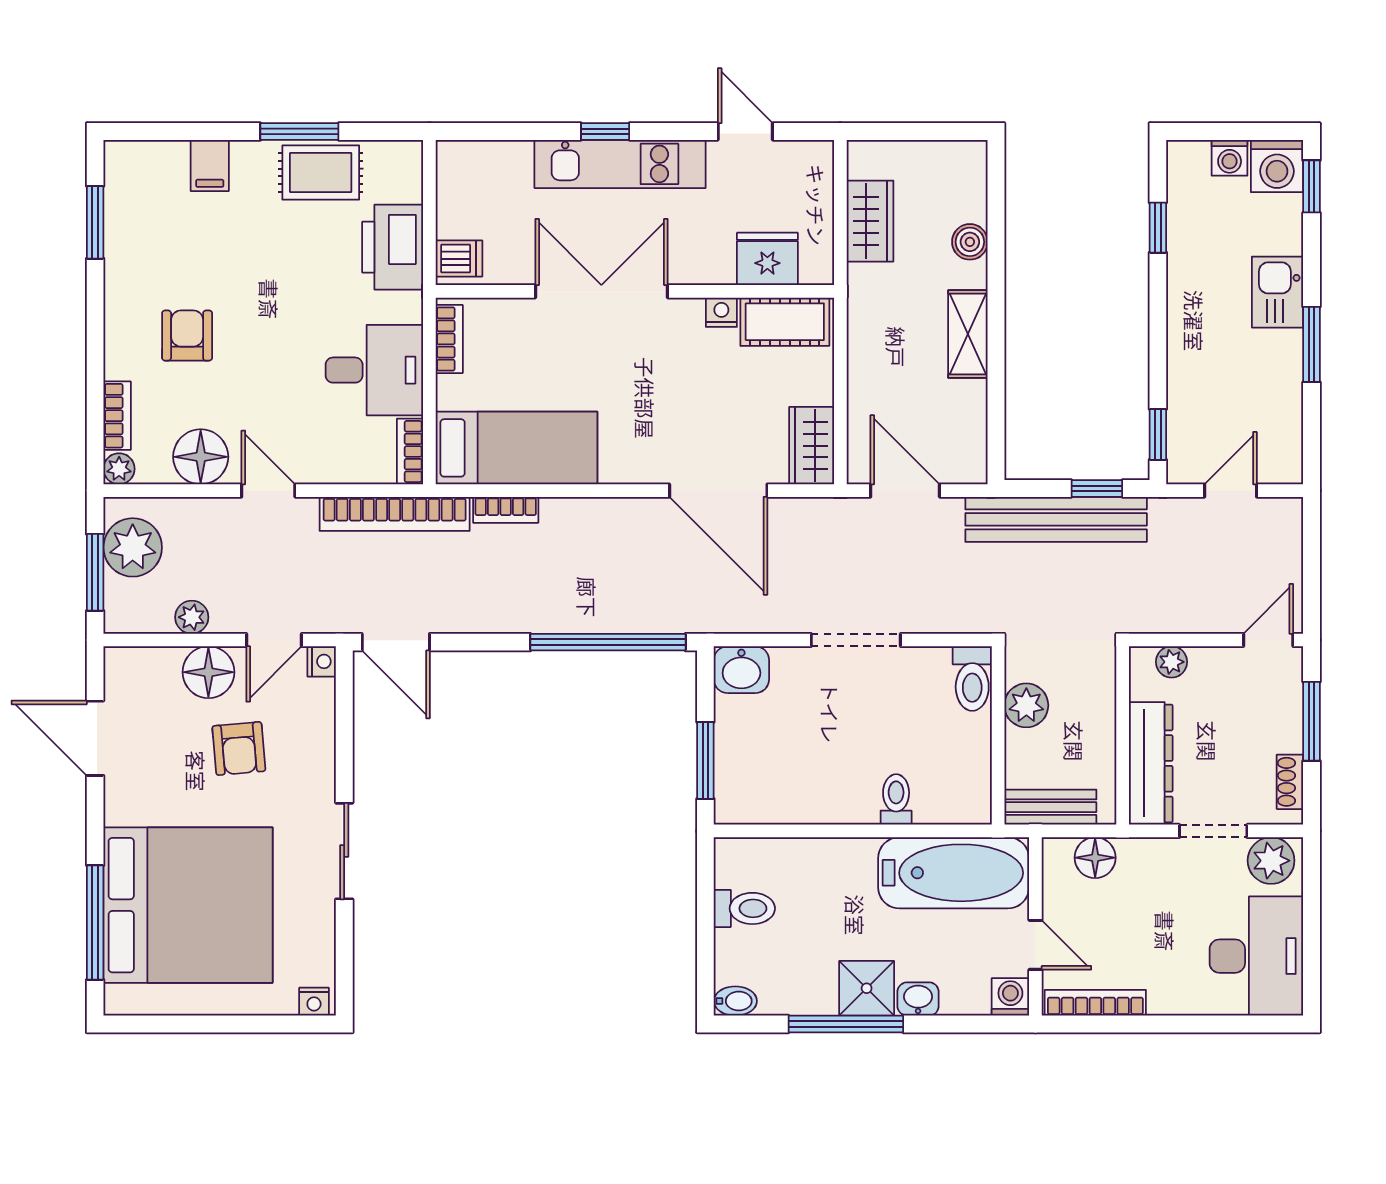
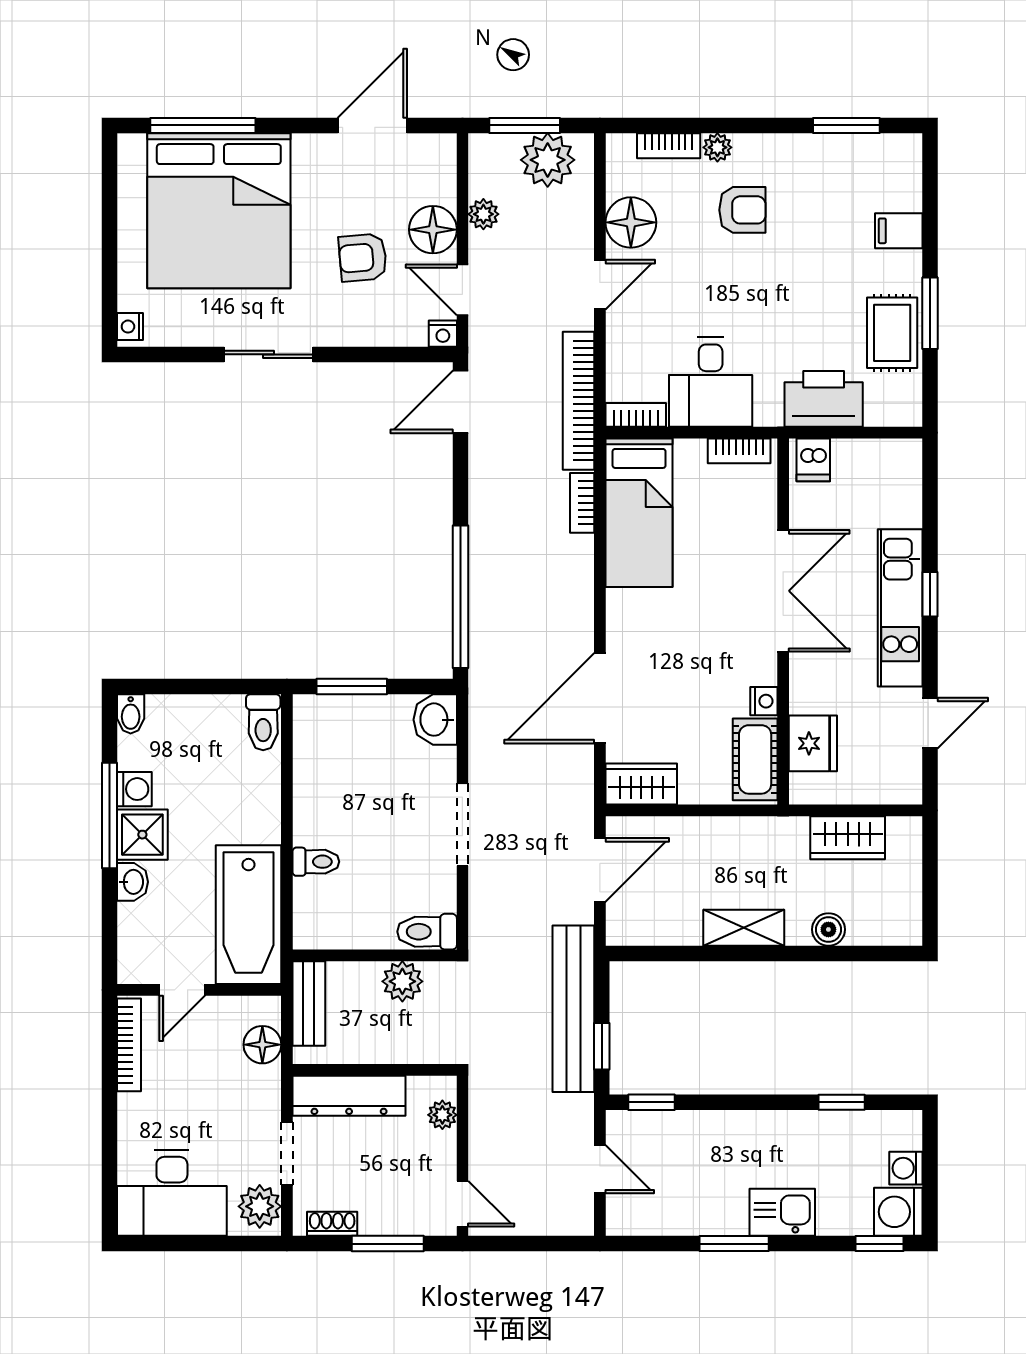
plant: (119, 469) -> (717, 147), moved
toilet: (744, 908) -> (263, 722), moved
washing machine: (1010, 997) -> (134, 789), moved

